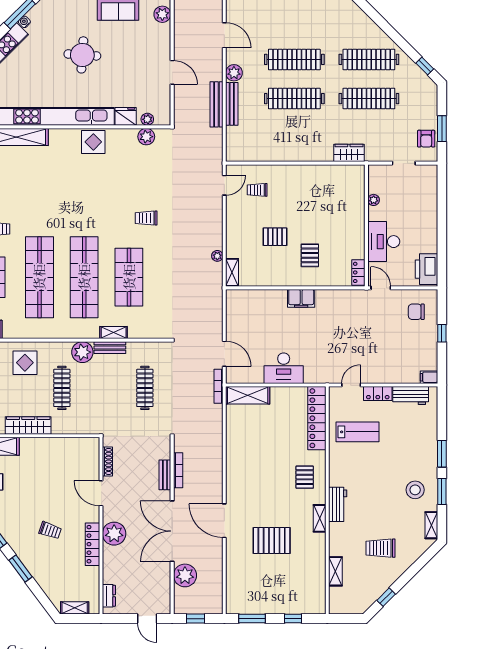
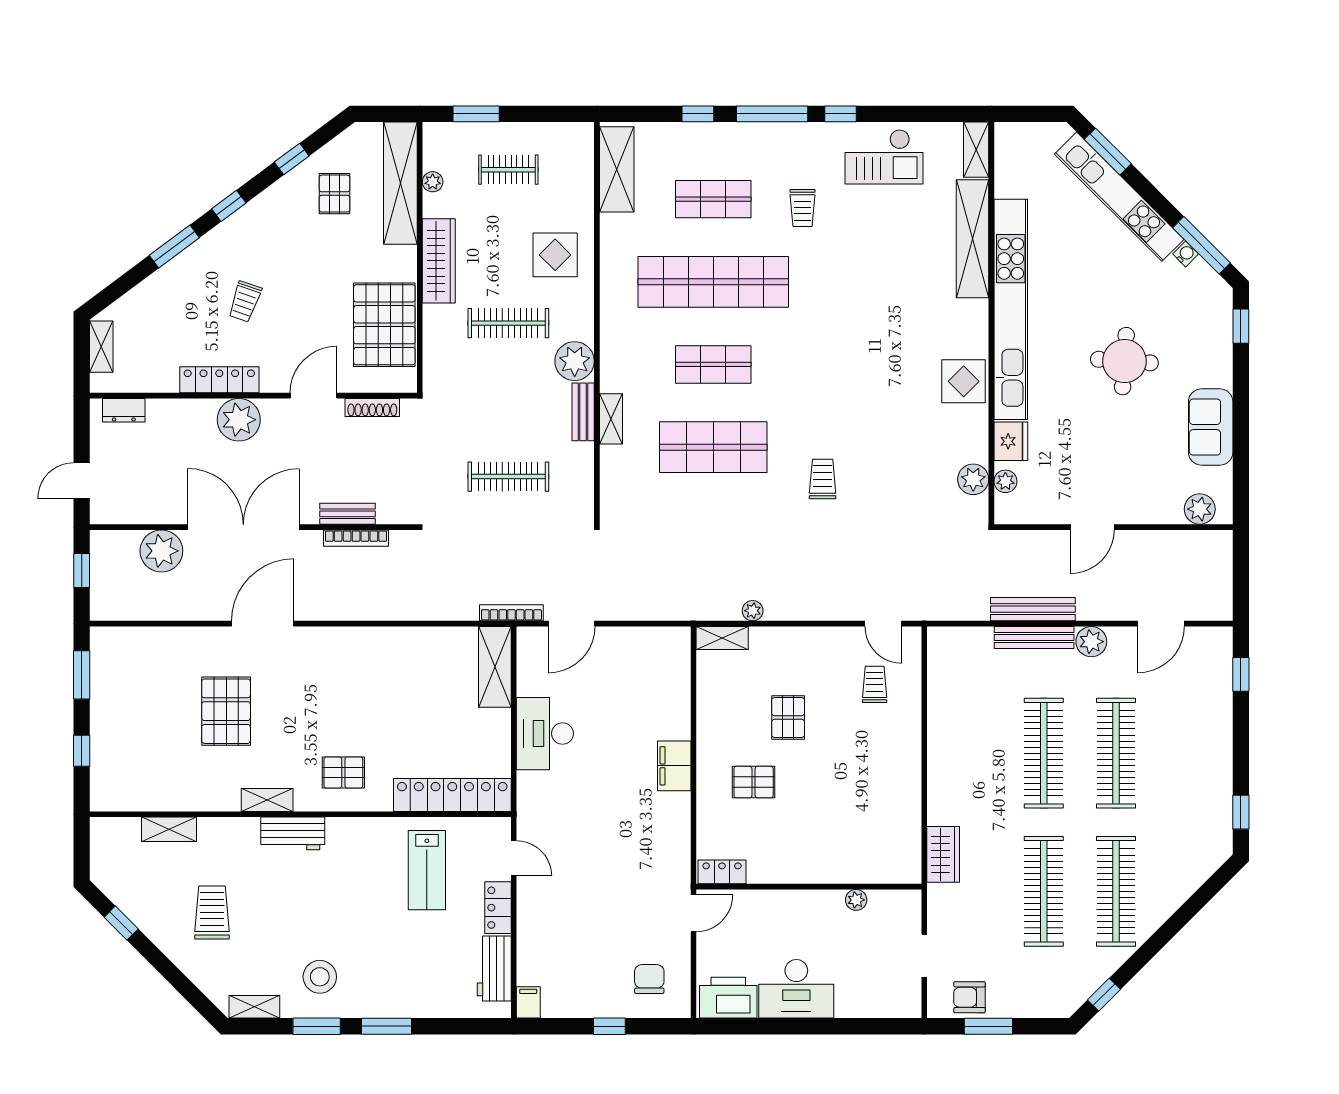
desk: (384, 242) -> (796, 989), moved, turned 180
shop shelf: (84, 277) -> (713, 364), width x0.50, depth x0.74
pallet: (63, 455) -> (384, 325), added

